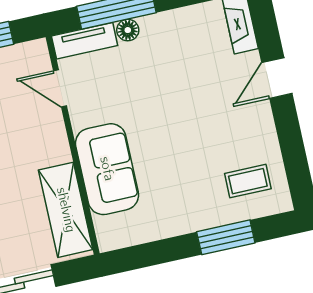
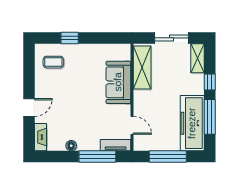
floor lamp: (128, 30) -> (71, 146), moved
window: (226, 237) -> (70, 38), width x0.67

